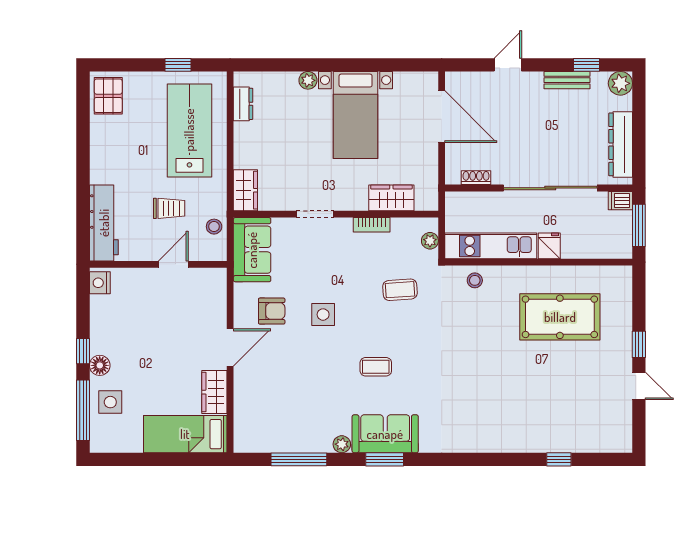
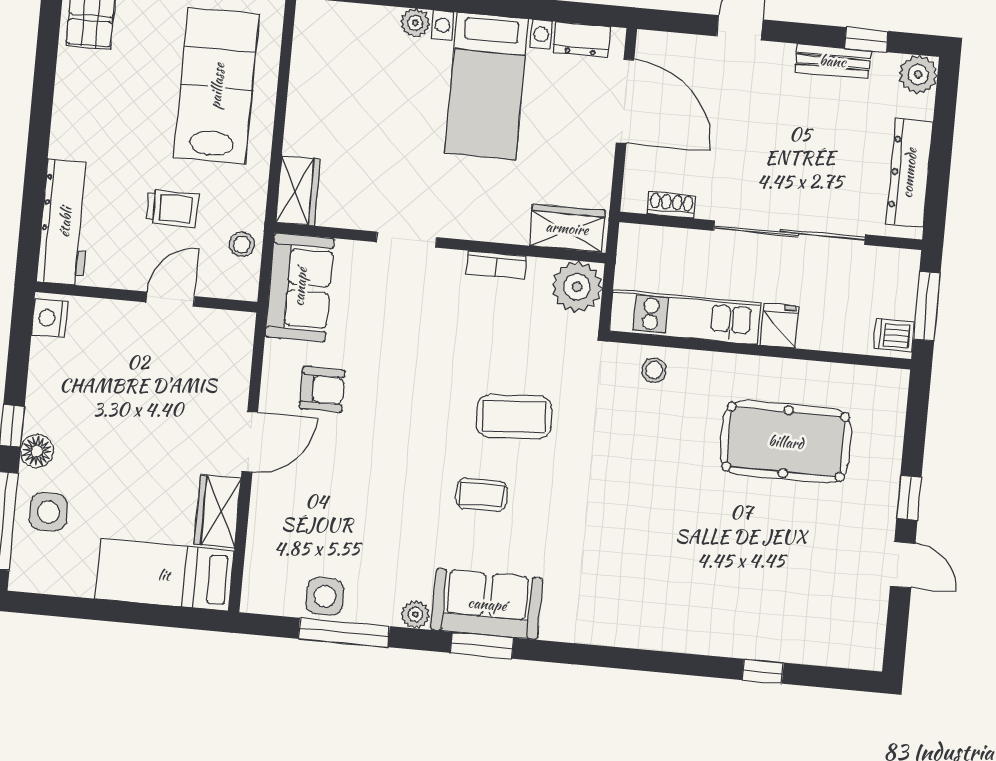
dresser: (243, 104) -> (581, 39), moved, turned 90
wardrobe: (391, 198) -> (567, 228), moved
dishwasher: (620, 201) -> (894, 335), moved
plant: (430, 241) -> (577, 287), width x1.88, depth x1.88
coffee table: (400, 290) -> (514, 417), moved, width x1.36, depth x1.30
side table: (323, 315) -> (325, 596), moved

